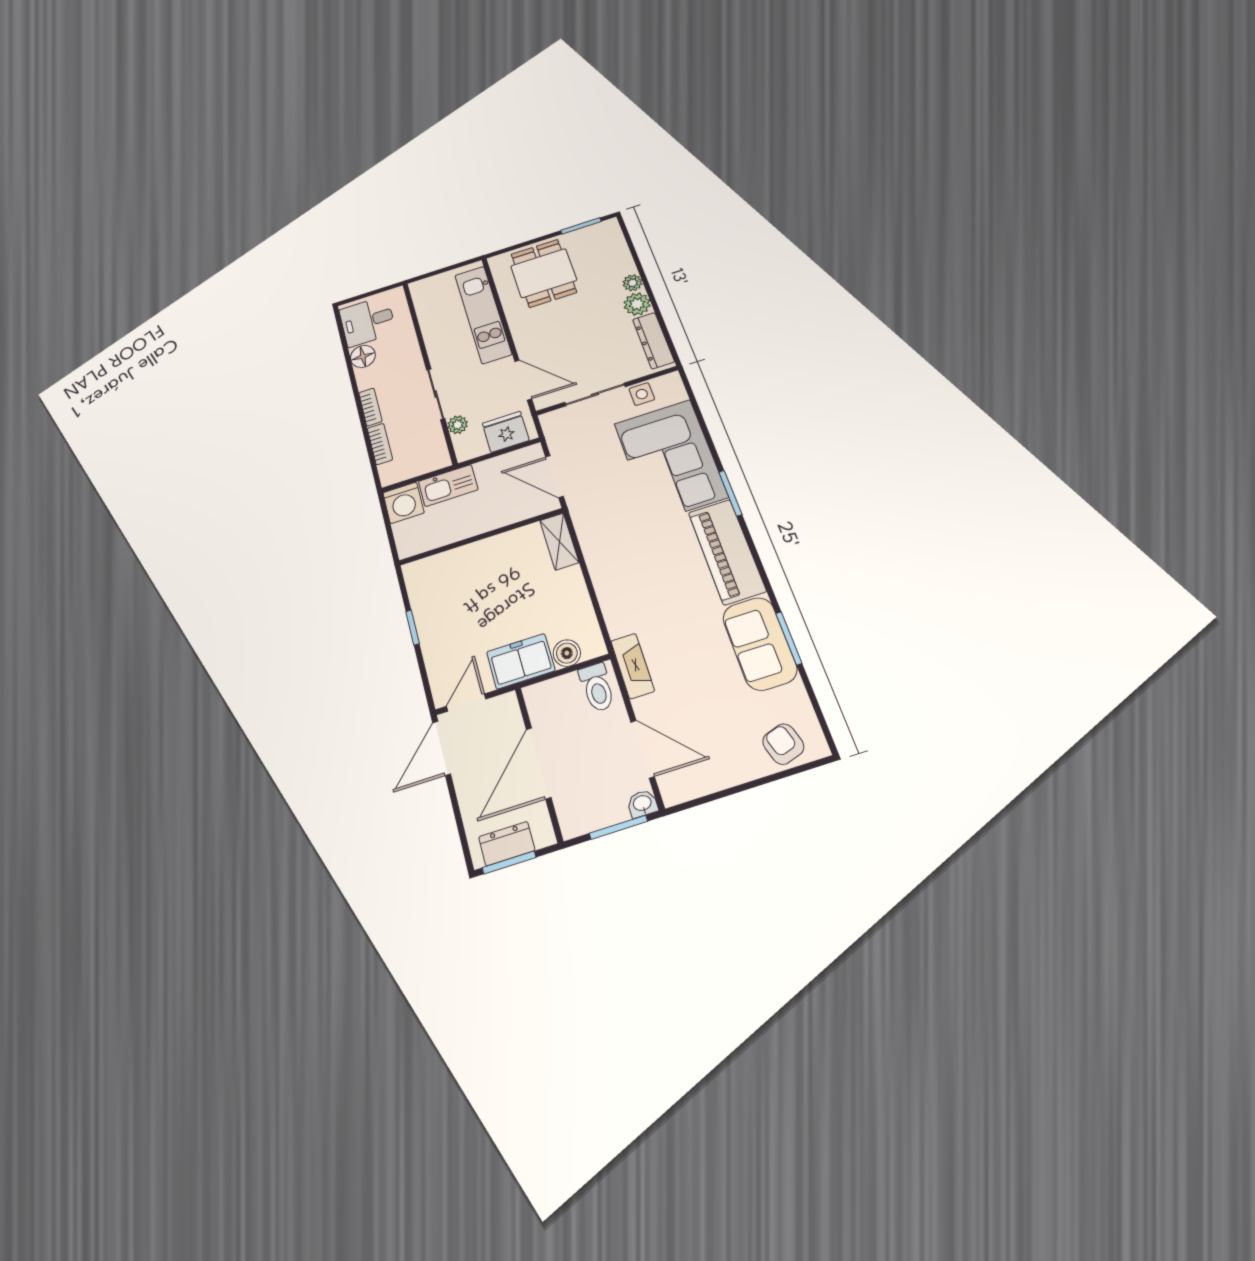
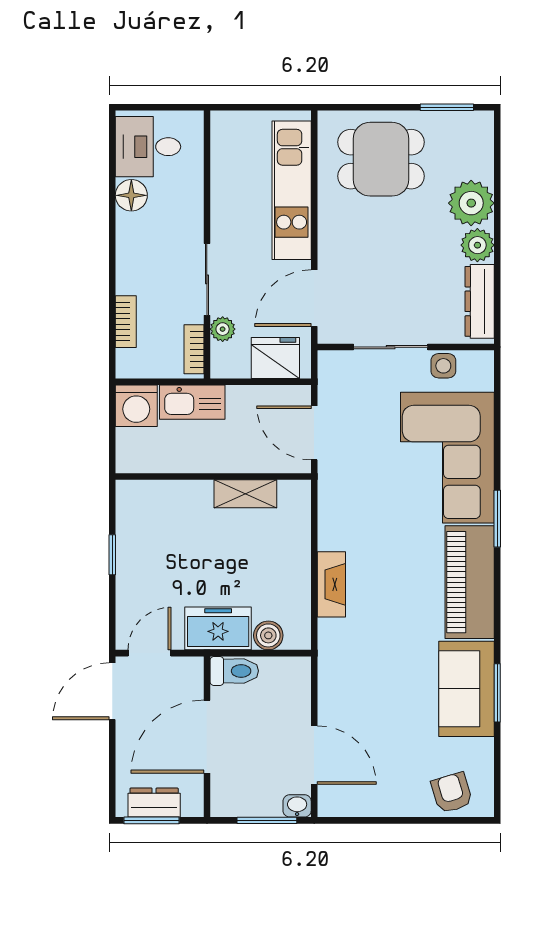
dining table: (544, 273) -> (381, 159), turned 90
plant: (632, 283) -> (471, 203), width x1.87, depth x1.87
door: (523, 380) -> (314, 298), swing flipped
bookcase: (370, 407) -> (194, 349), moved, turned 180
shelving: (559, 541) -> (245, 494), moved, turned 90
fireplace: (633, 666) -> (331, 584), moved
toilet: (597, 687) -> (234, 671), moved, turned -90

